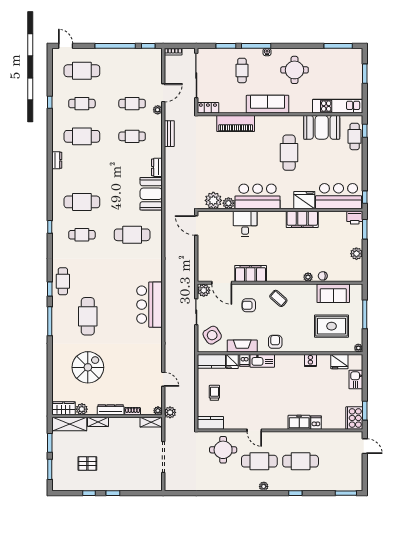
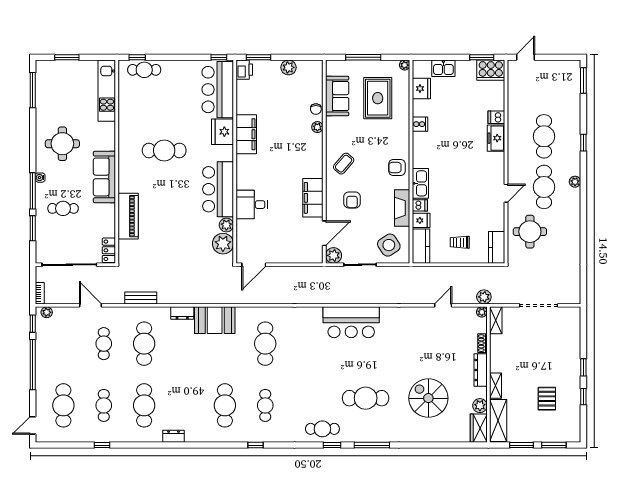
plant: (158, 110) -> (47, 312), moved
booth: (322, 127) -> (133, 110), removed
cafe table: (132, 136) -> (144, 344), width x1.37, depth x1.35

